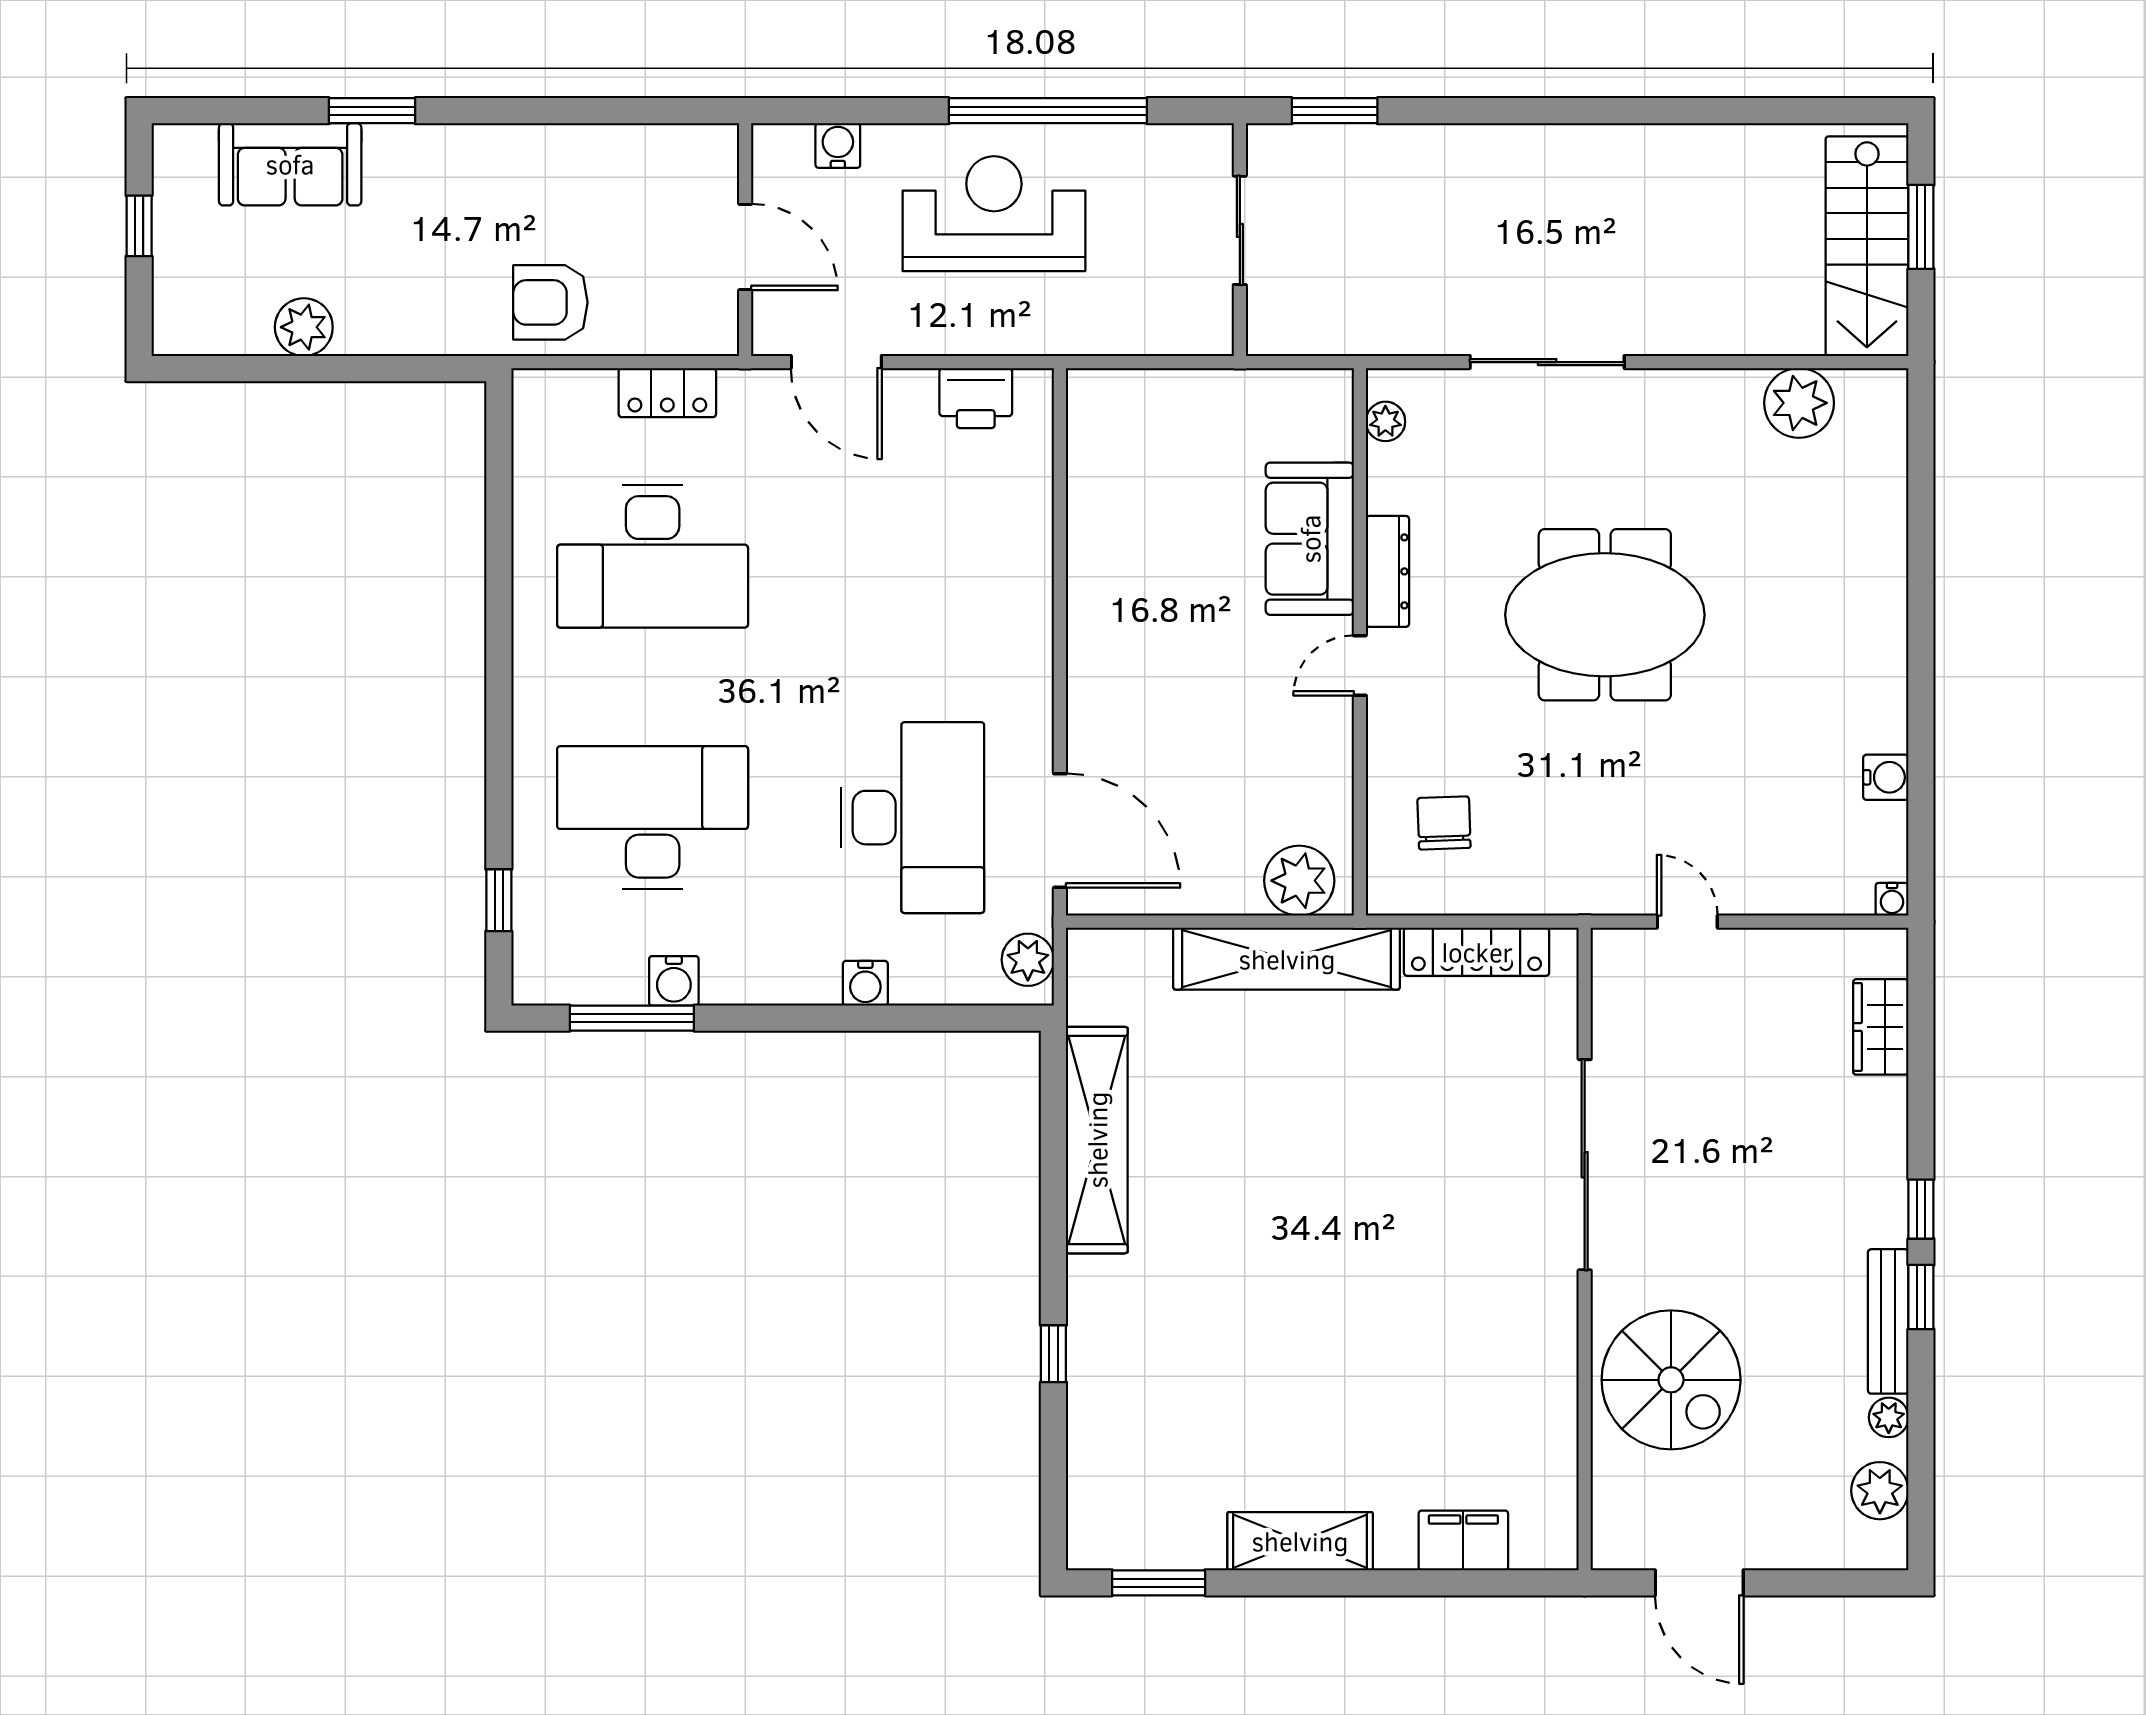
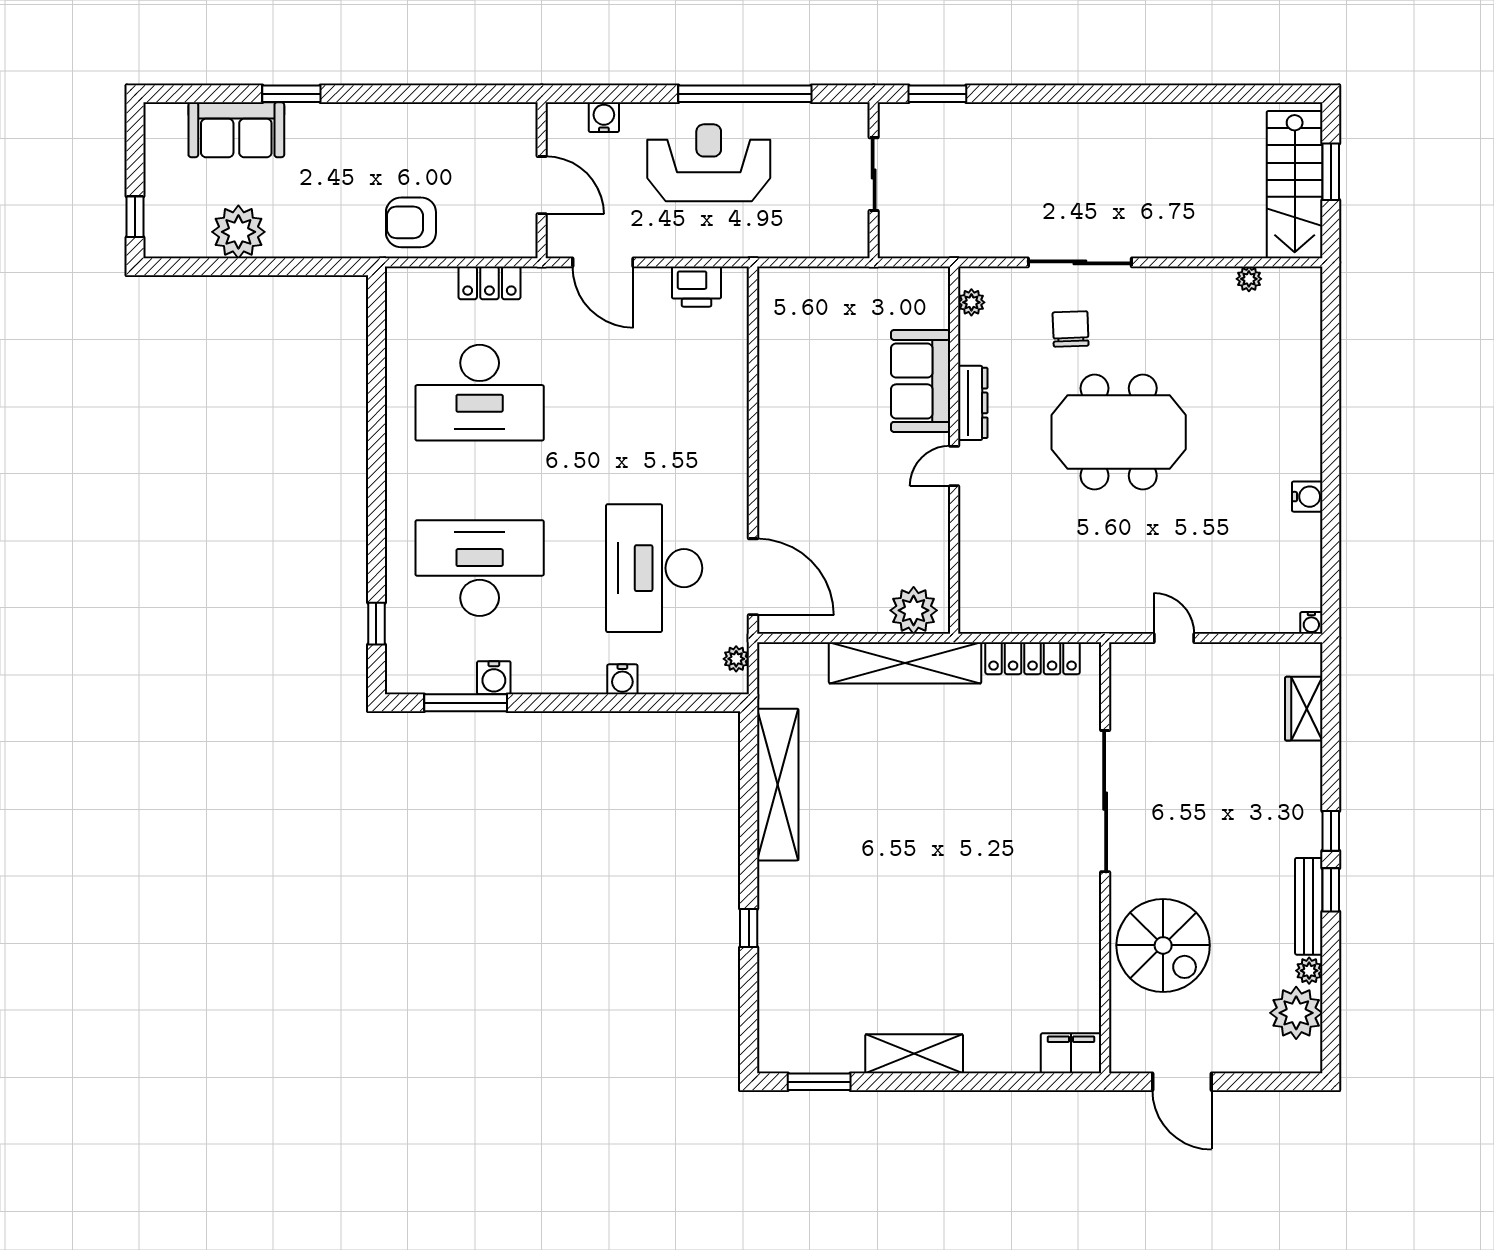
window: (139, 226) -> (135, 217), moved
plant: (304, 327) -> (238, 232), width x1.36, depth x1.36
plant: (1799, 403) -> (1249, 279), width x0.53, depth x0.53
water cooler: (1886, 777) -> (1307, 497), moved
desk: (913, 818) -> (654, 568), turned 180
chair: (1444, 823) -> (1071, 329), moved
plant: (1028, 960) -> (736, 659), width x0.73, depth x0.73
plant: (1880, 1491) -> (1296, 1013), width x1.36, depth x1.36
filing cabinet: (1463, 1540) -> (1071, 1053), moved

